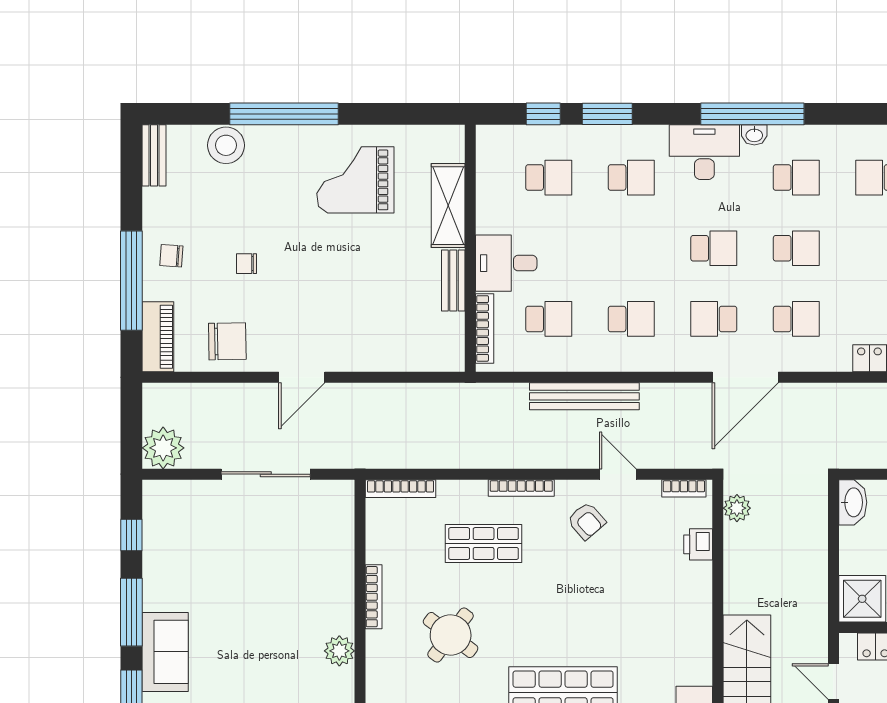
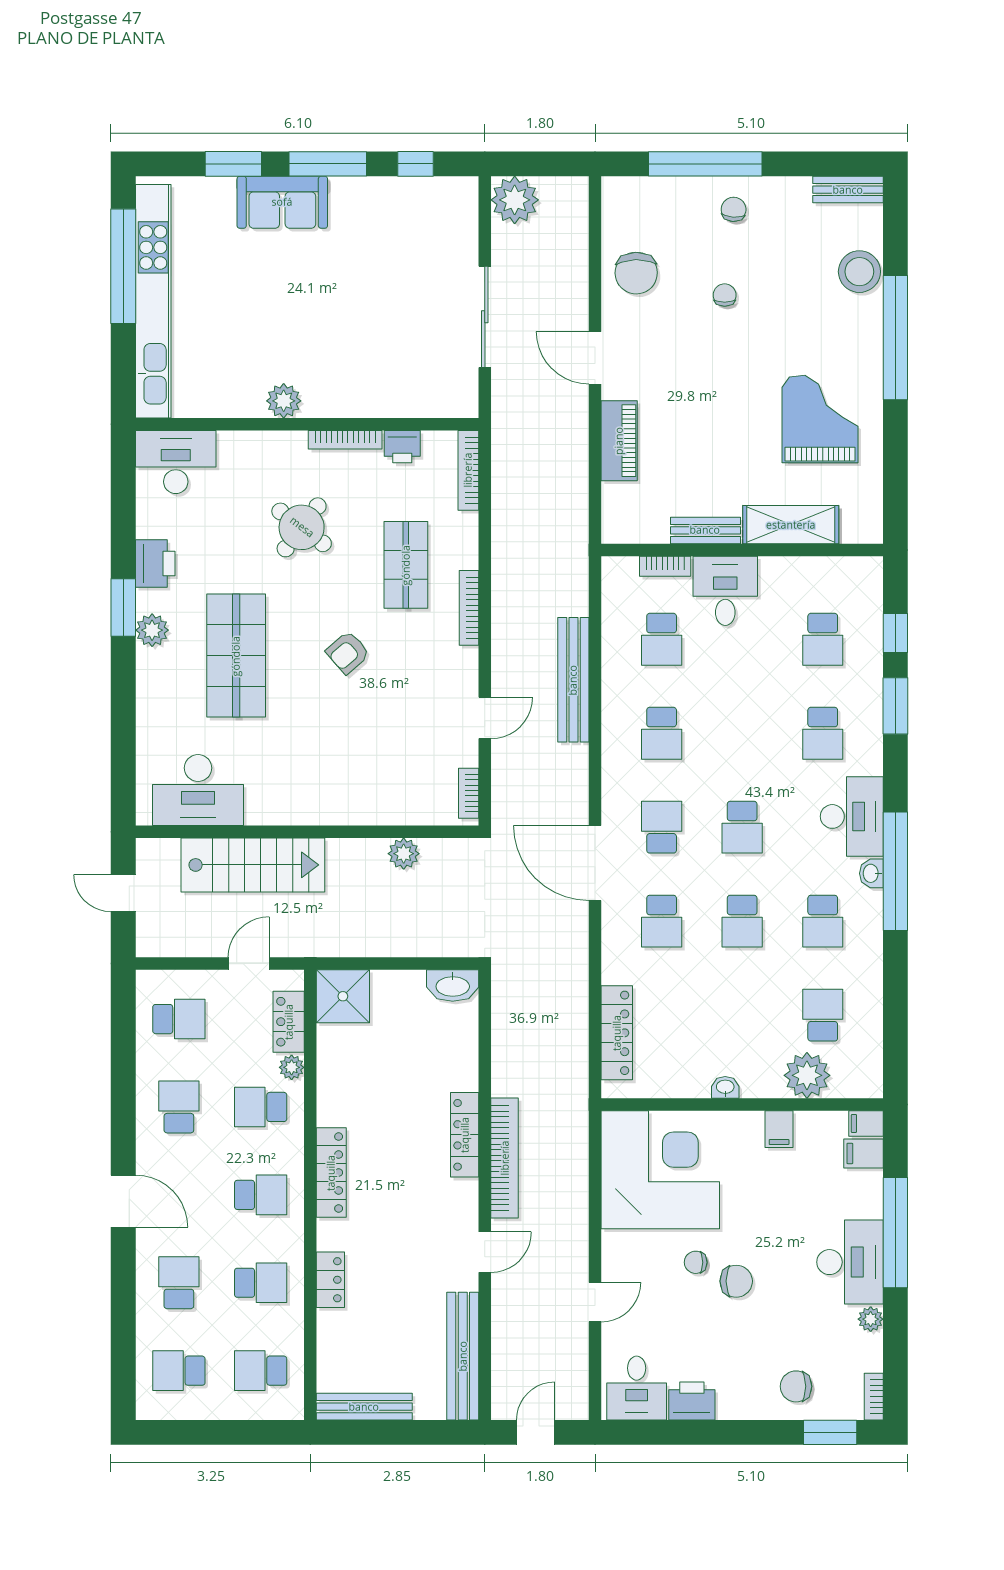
bookcase: (485, 328) -> (665, 566), width x0.64
piano: (158, 337) -> (619, 441), moved, turned -90
plant: (737, 508) -> (404, 854), moved
armchair: (587, 521) -> (348, 652), moved
printer: (698, 544) -> (402, 447), moved, turned 180

